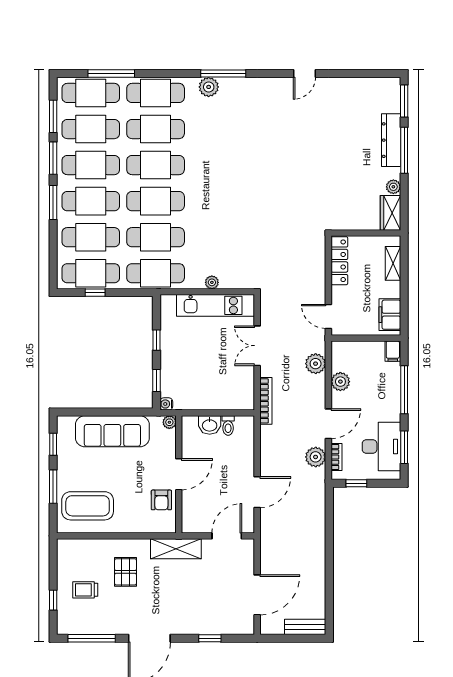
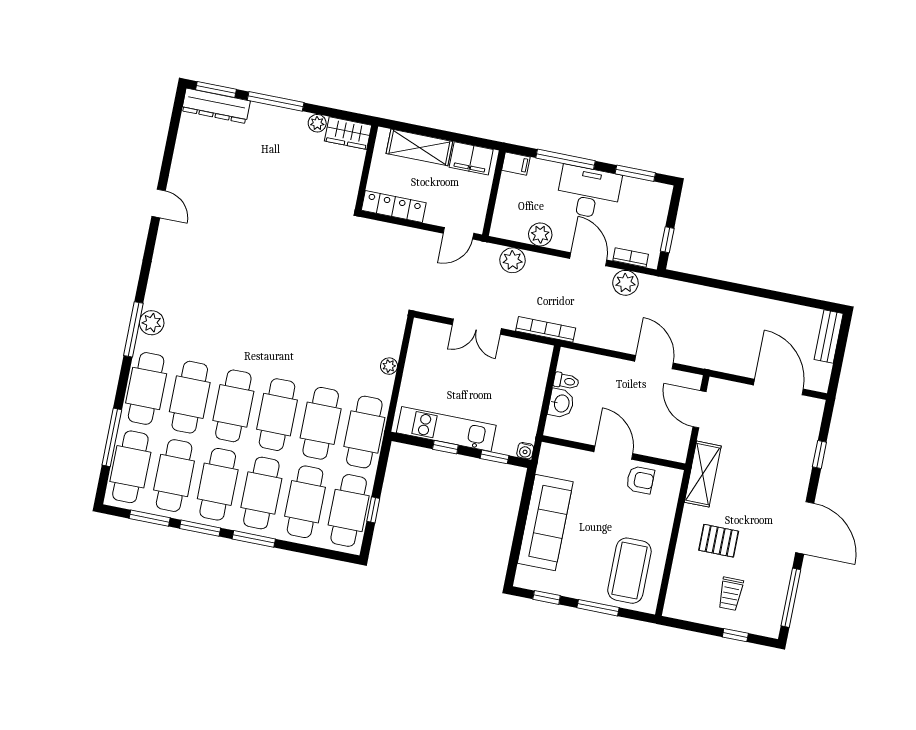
window: (223, 74) -> (133, 329), moved
dresser: (391, 140) -> (216, 106), moved
shelving: (393, 263) -> (419, 147), width x1.50, depth x1.33
kitchen unit: (215, 305) -> (446, 429), moved, turned -90
plant: (169, 422) -> (548, 451), removed
desk: (381, 447) -> (589, 192), moved

